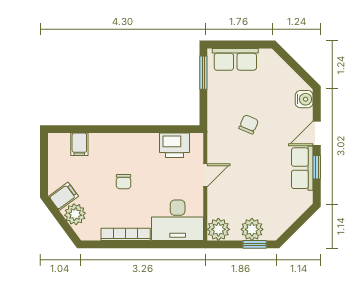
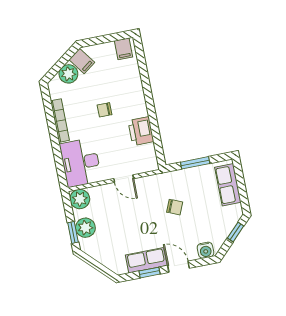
window: (290, 61) -> (236, 232), added
window: (203, 73) -> (195, 163), moved
filing cabinet: (79, 144) -> (124, 49), moved, turned -90
printer: (175, 145) -> (141, 131), moved

